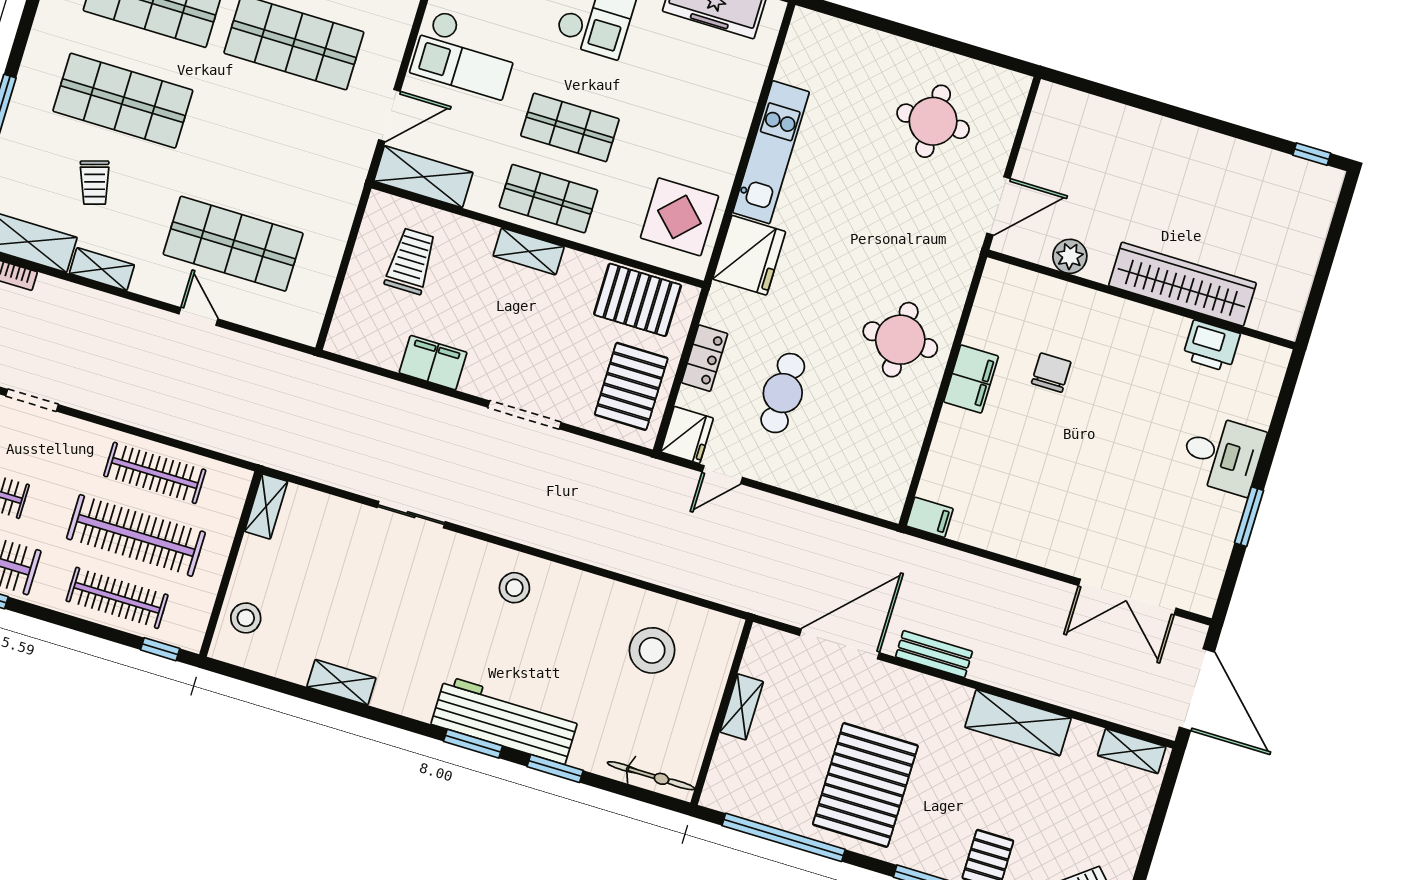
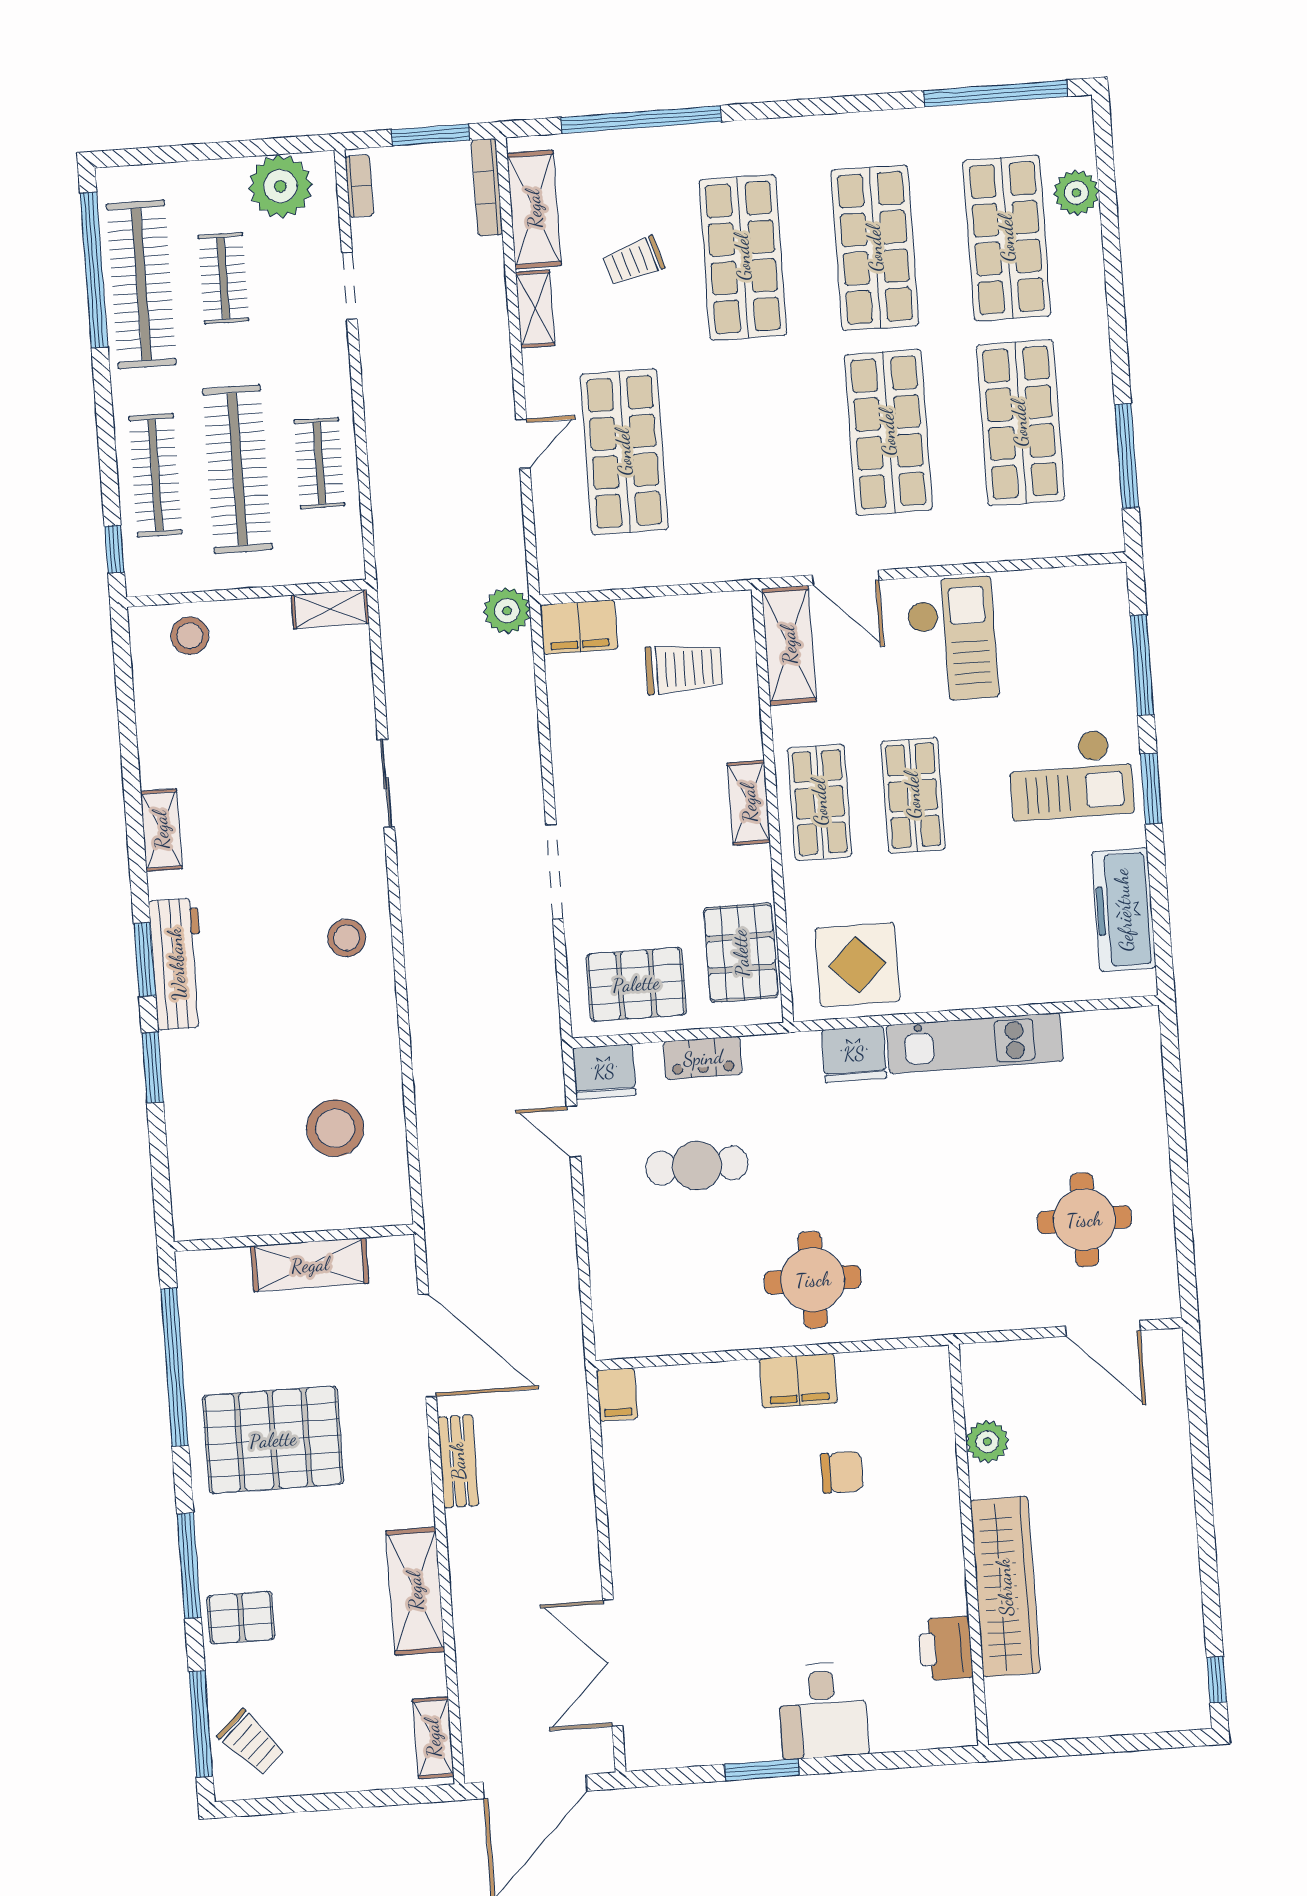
checkout: (465, 54) -> (952, 639), turned 180
door: (999, 206) -> (1103, 1328), moved
fridge: (749, 255) -> (854, 1054), width x0.73, depth x0.75
filing cabinet: (433, 363) -> (579, 627), moved, turned 90
plant: (318, 376) -> (507, 611), added
clothes rail: (155, 473) -> (319, 463), width x0.73
shelving: (341, 682) -> (161, 830), moved
shelving: (742, 707) -> (310, 1265), width x1.50, depth x1.33
workbench: (505, 720) -> (177, 964), width x0.73, depth x0.76
bicycle: (651, 776) -> (187, 1183), removed

